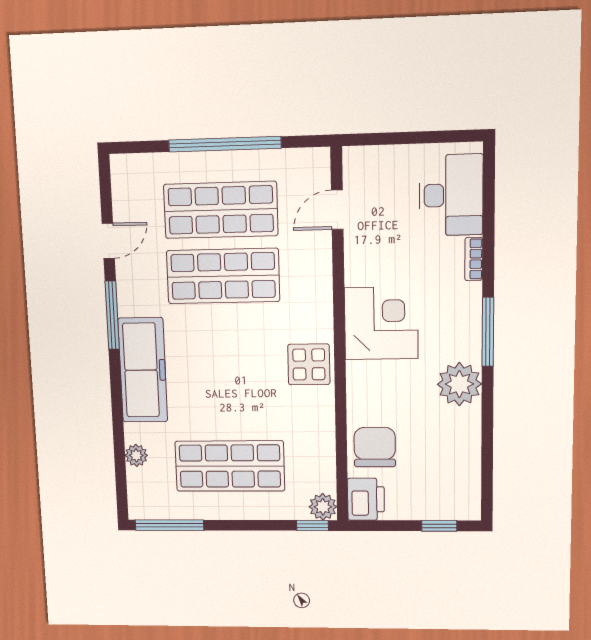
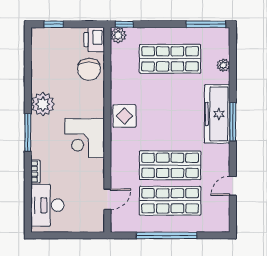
window: (112, 315) -> (233, 122), moved

